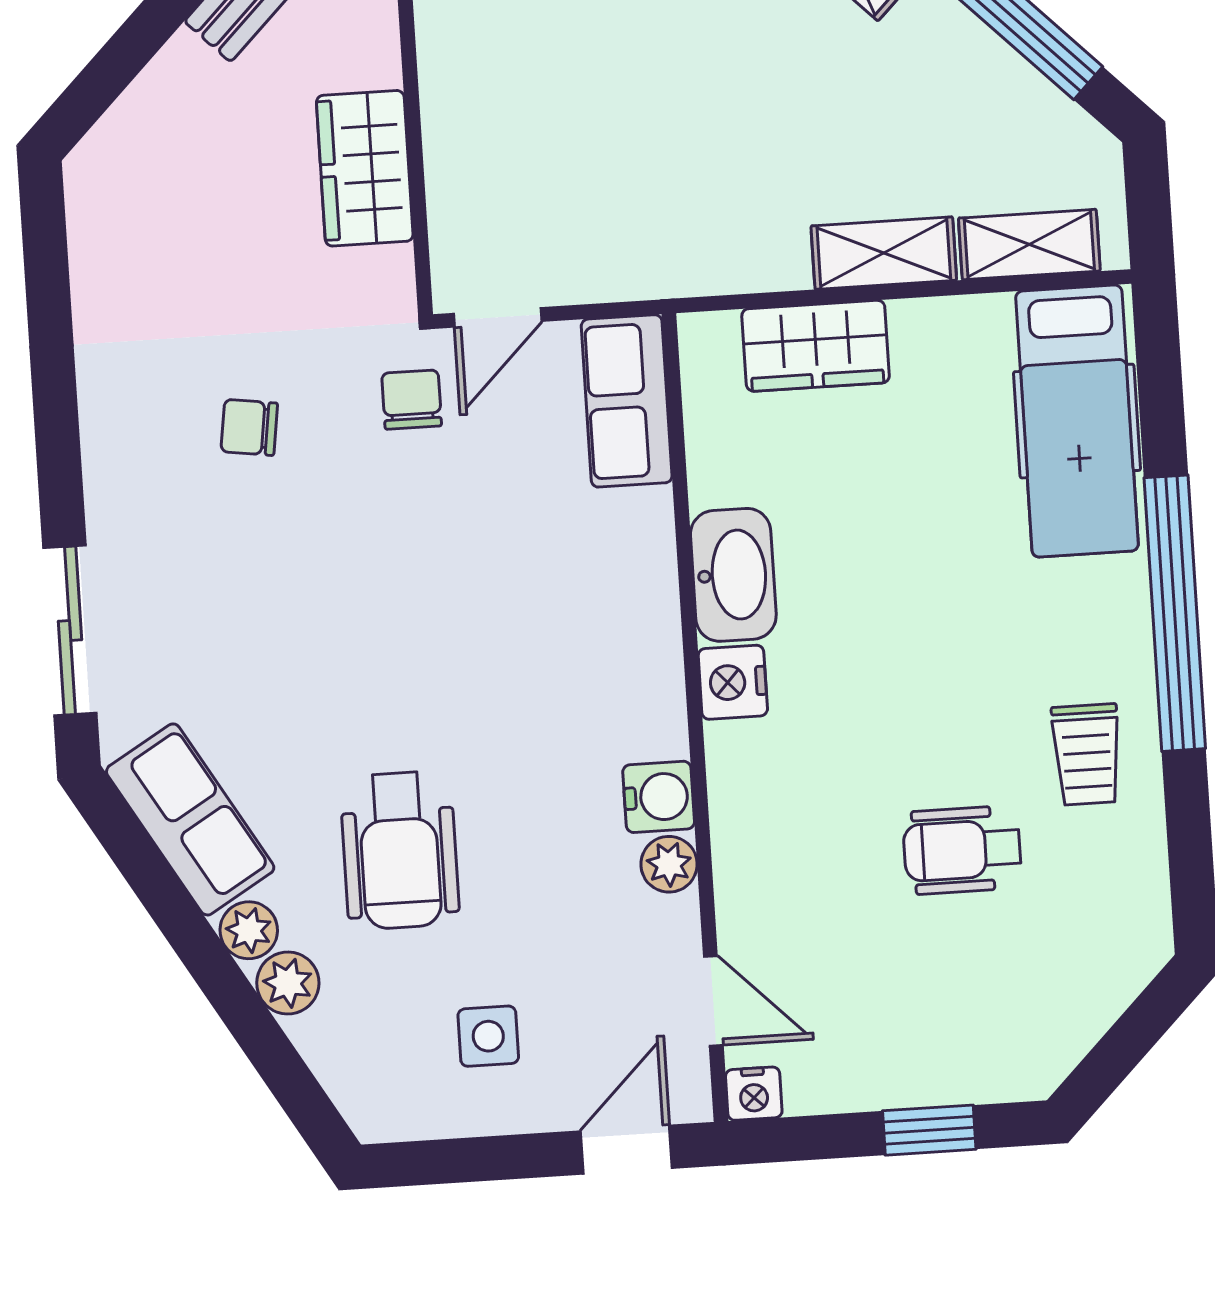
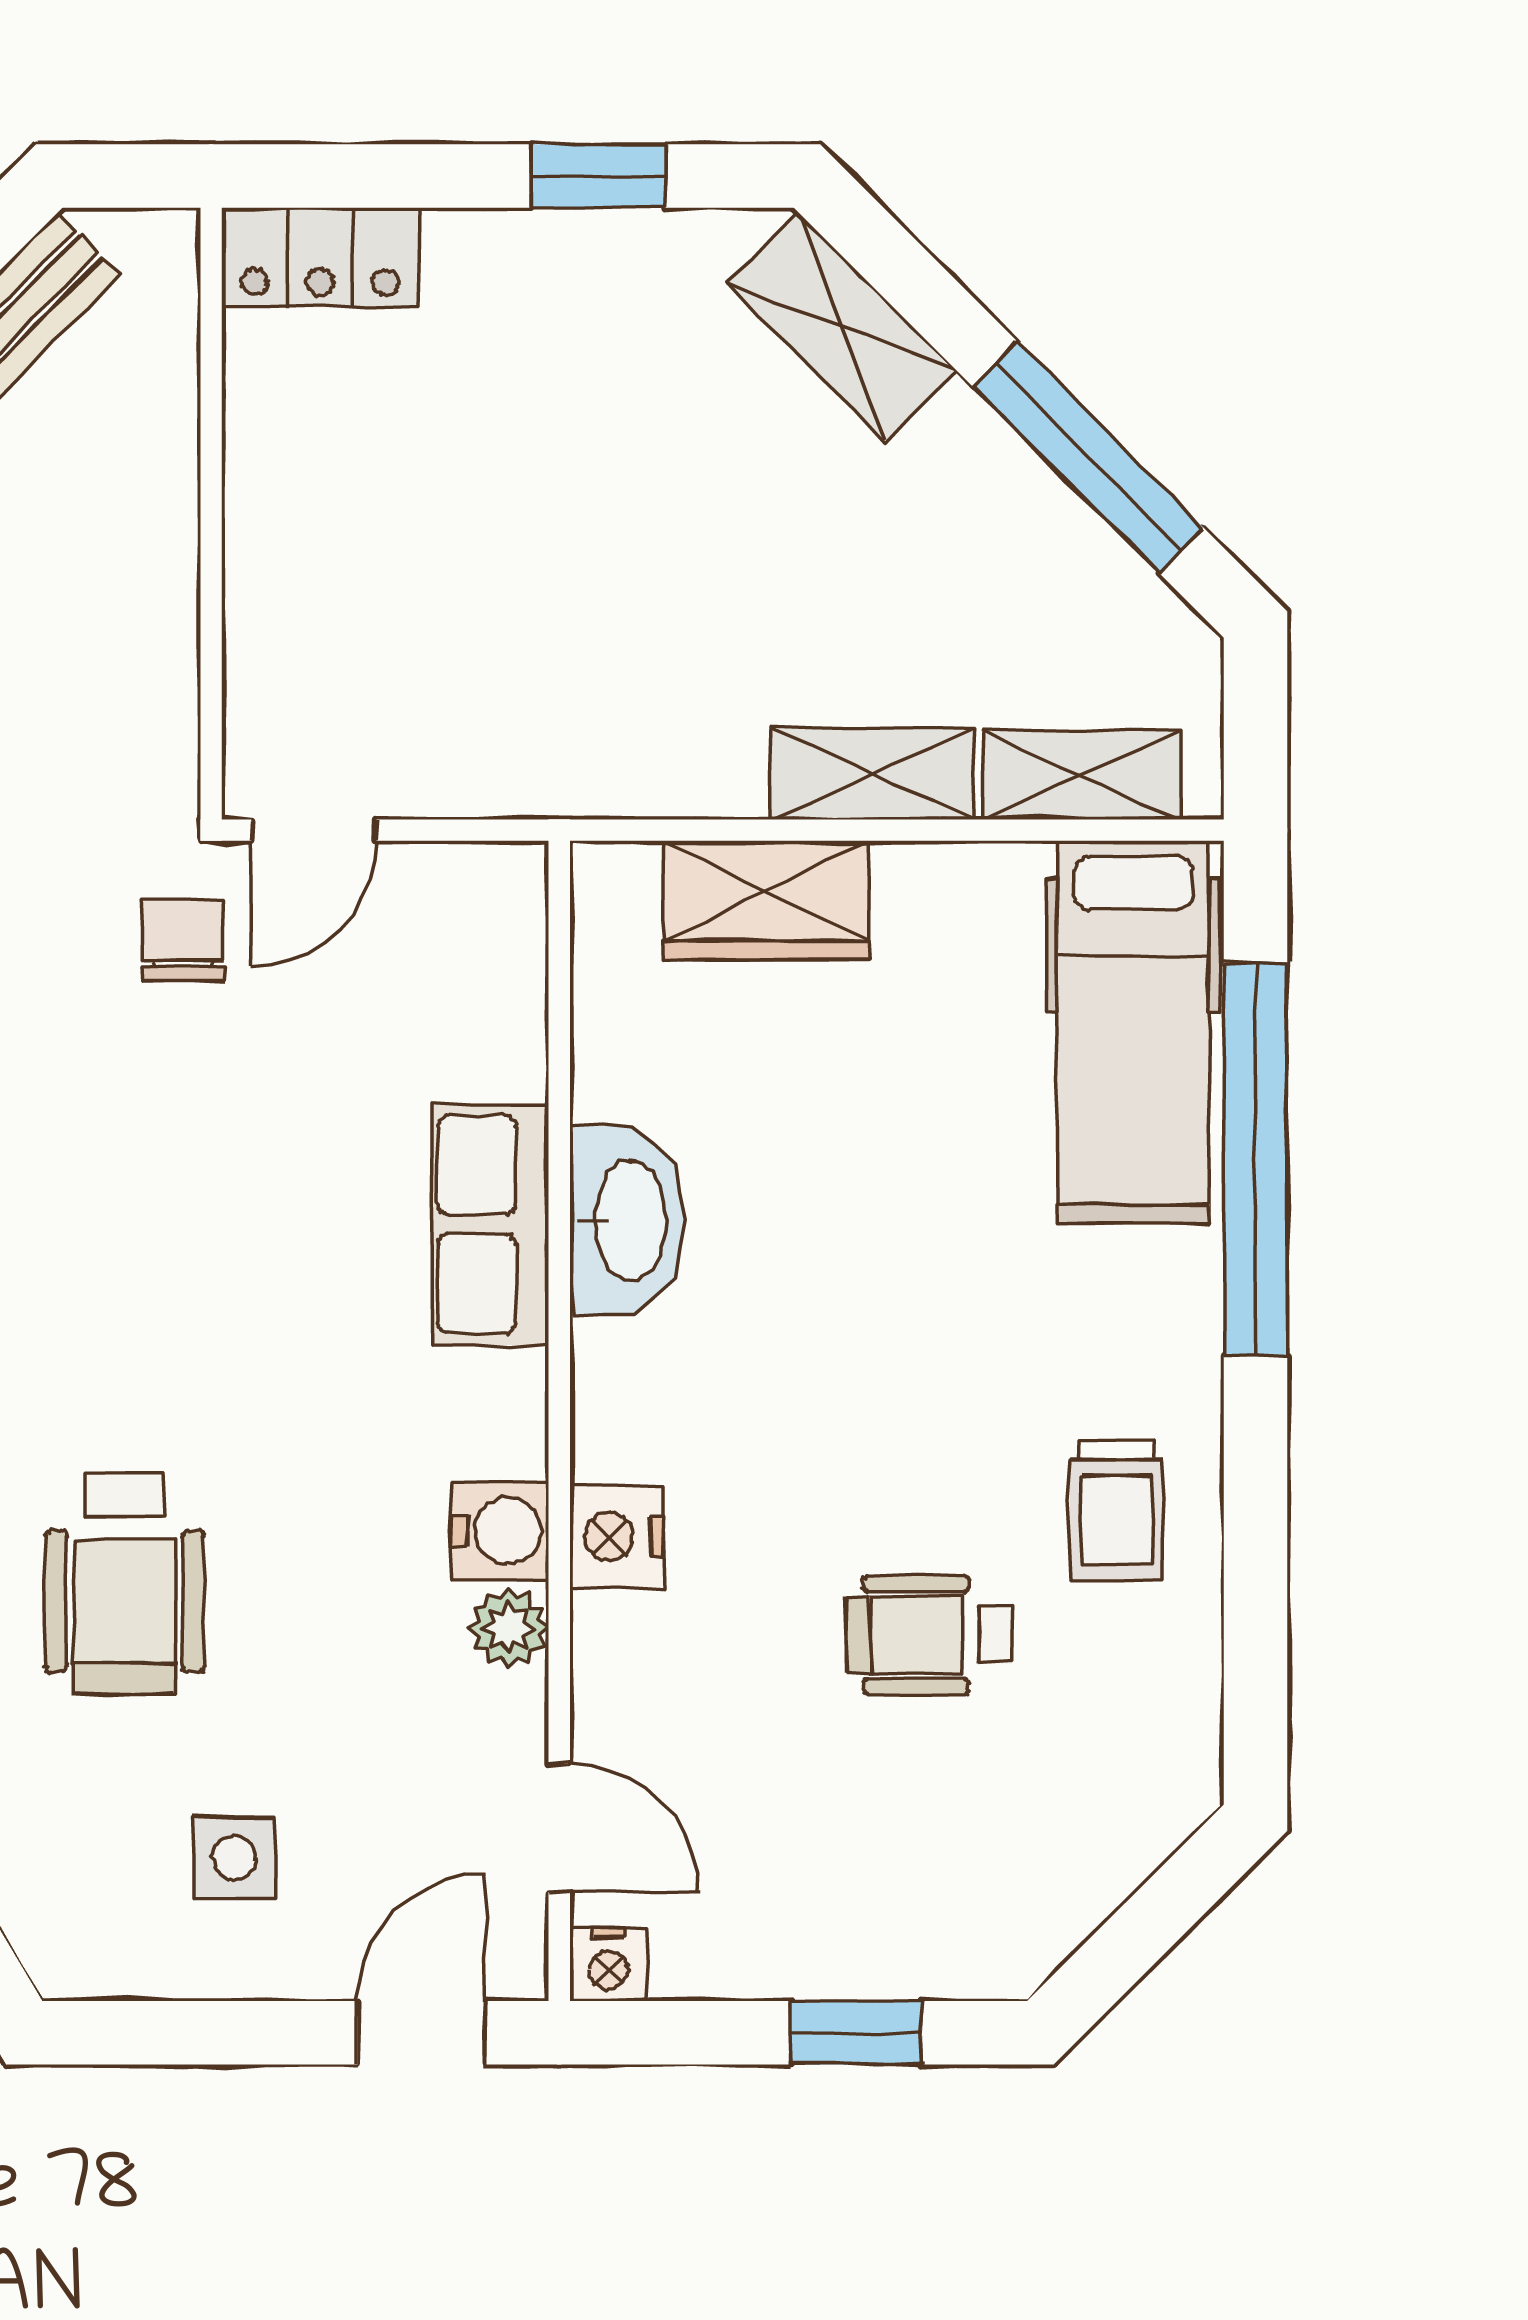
wardrobe: (365, 168) -> (138, 605), removed
row of seats: (627, 401) -> (491, 1224), moved
window: (1175, 613) -> (1255, 1160), moved
nightstand: (733, 682) -> (617, 1537), moved

